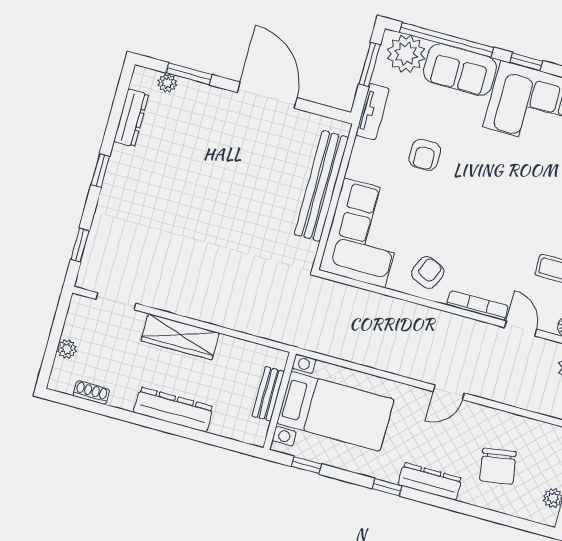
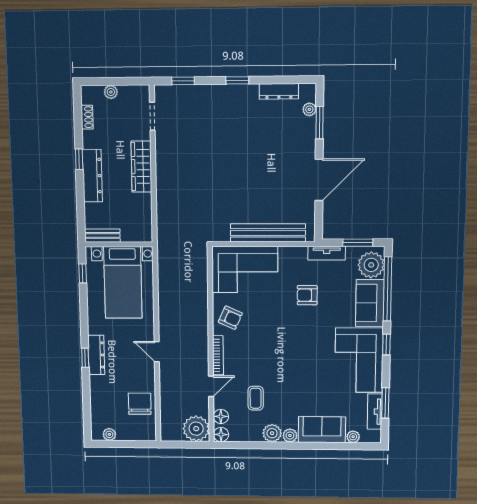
bench: (268, 394) -> (102, 236), moved
window: (146, 421) -> (79, 159), added
chair: (498, 466) -> (140, 404), moved, turned 99
window: (387, 487) -> (85, 358), moved

